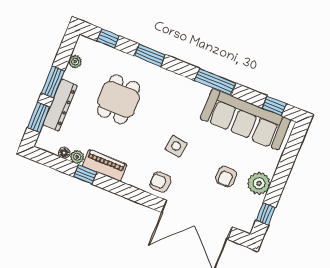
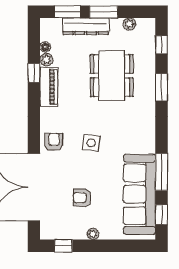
window: (215, 82) -> (161, 172), moved
dining table: (119, 99) -> (112, 76), width x1.37
plant: (259, 183) -> (93, 234), width x0.53, depth x0.53

